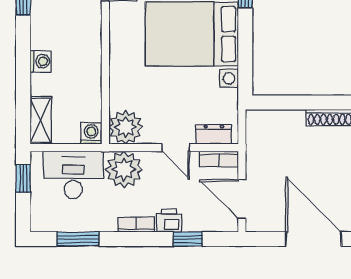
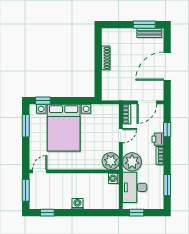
shelving: (41, 120) -> (107, 204), removed
dresser: (214, 134) -> (114, 116), removed

